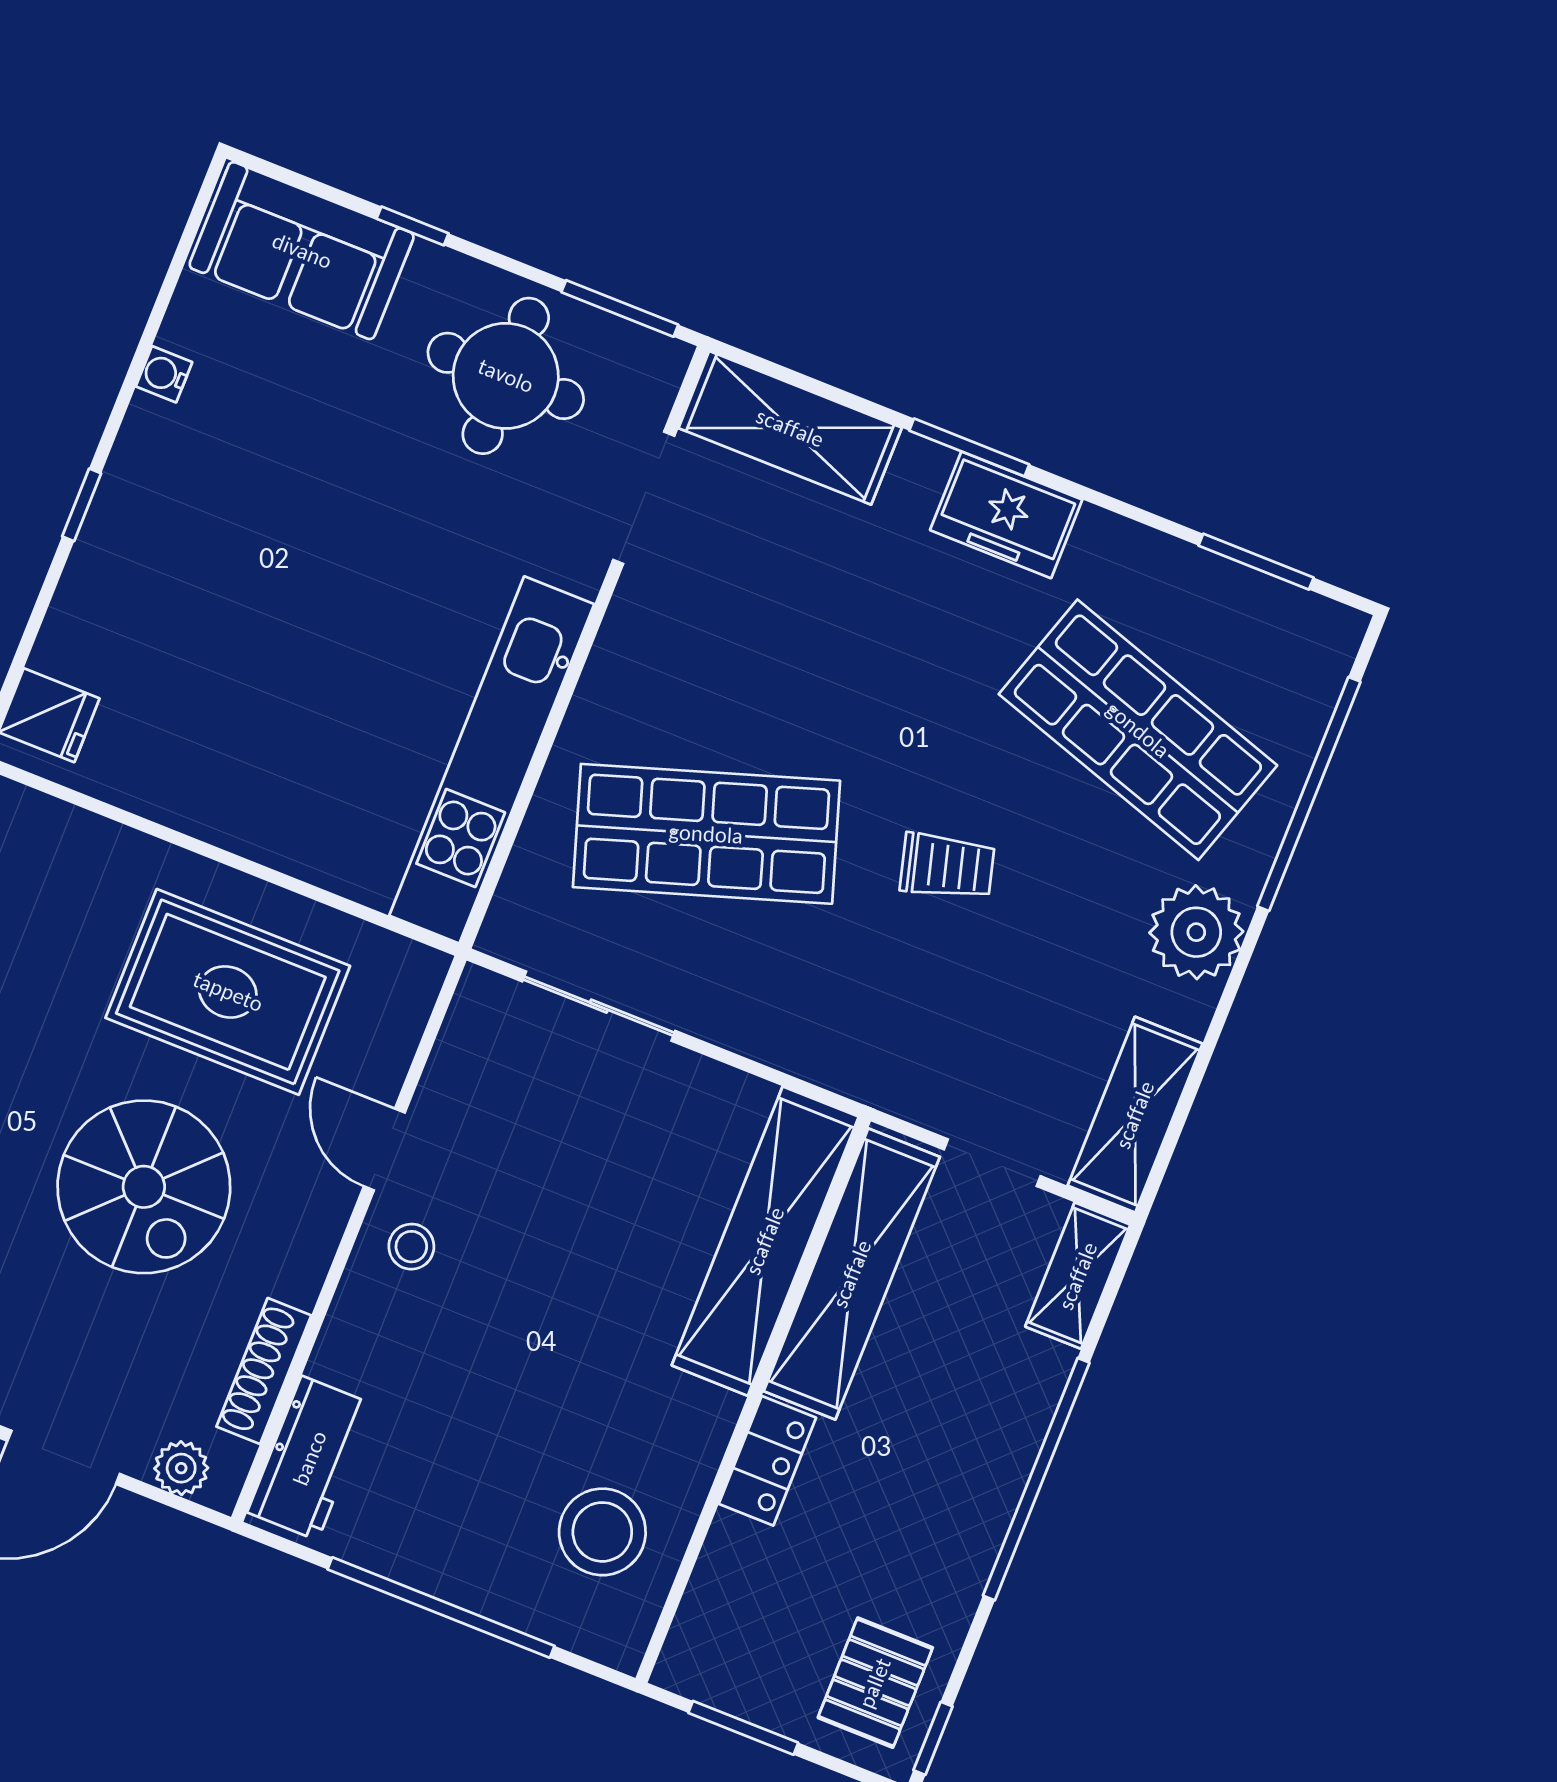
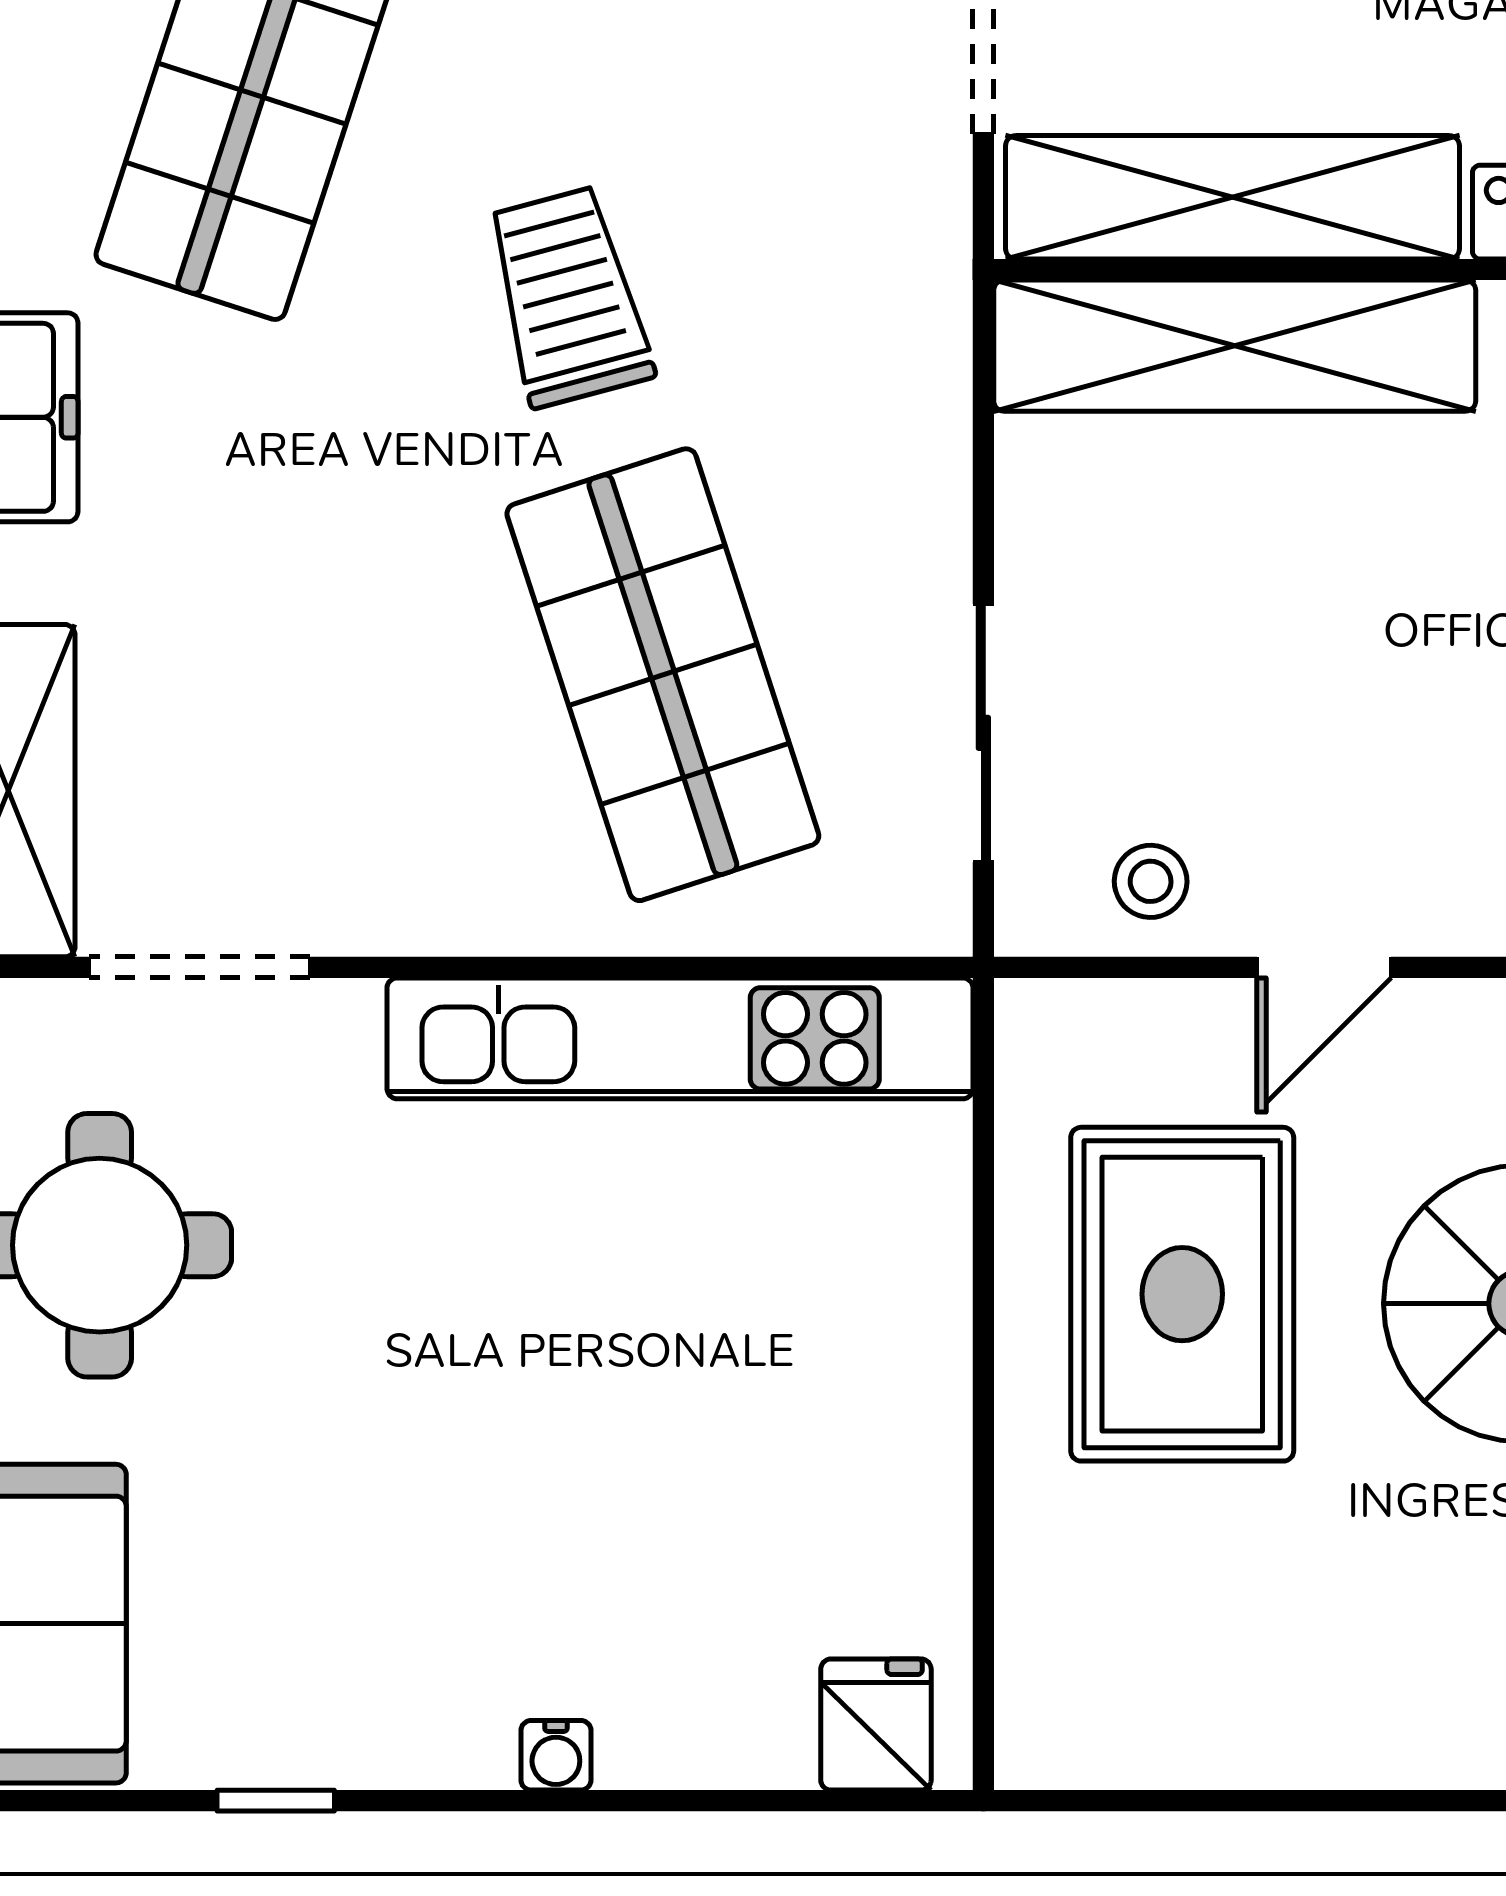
water cooler: (164, 374) -> (556, 1755), moved
window: (82, 505) -> (276, 1801), moved
trolley: (947, 866) -> (568, 297), width x1.36, depth x1.39
stool: (411, 1247) -> (1151, 881), moved

